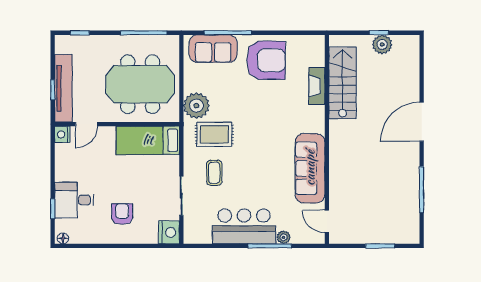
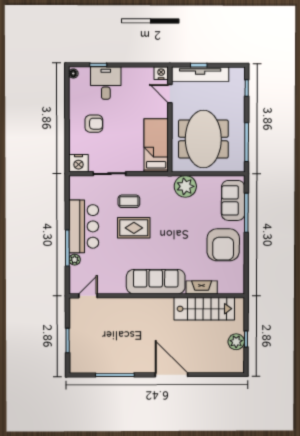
rug: (214, 134) -> (134, 228), moved, turned 90
sofa: (310, 168) -> (156, 282), moved

